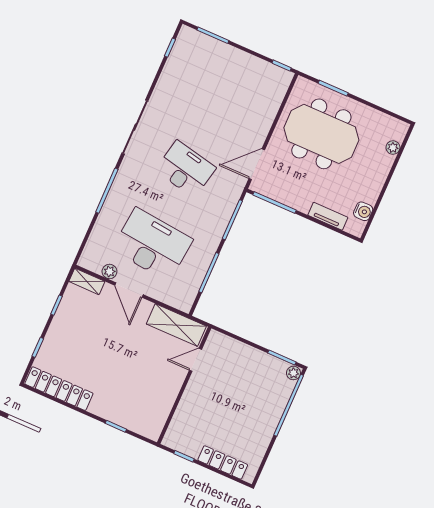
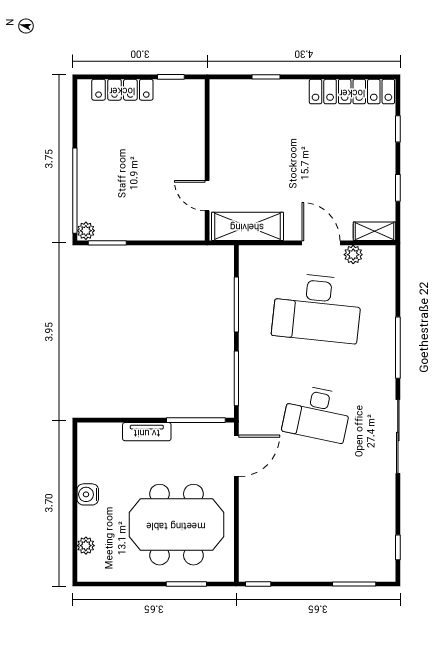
water cooler: (363, 211) -> (88, 494), moved
tv unit: (328, 216) -> (147, 432), moved
door: (195, 360) -> (207, 196), swing flipped

